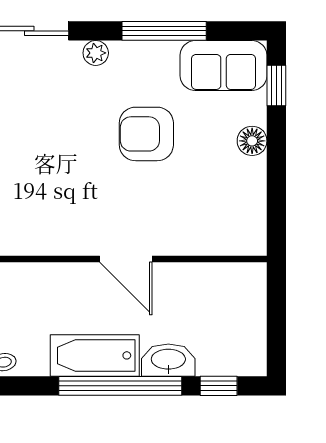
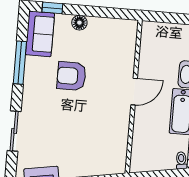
plant: (96, 53) -> (28, 98), removed
armchair: (146, 134) -> (71, 76), turned 90

